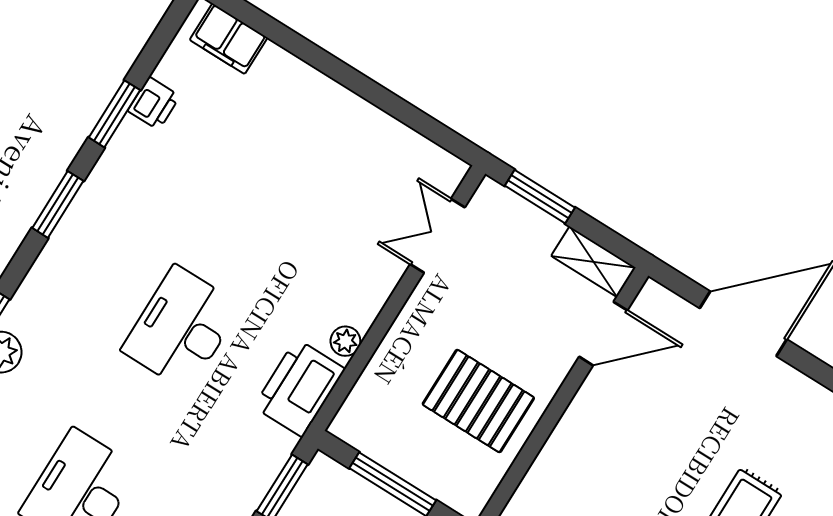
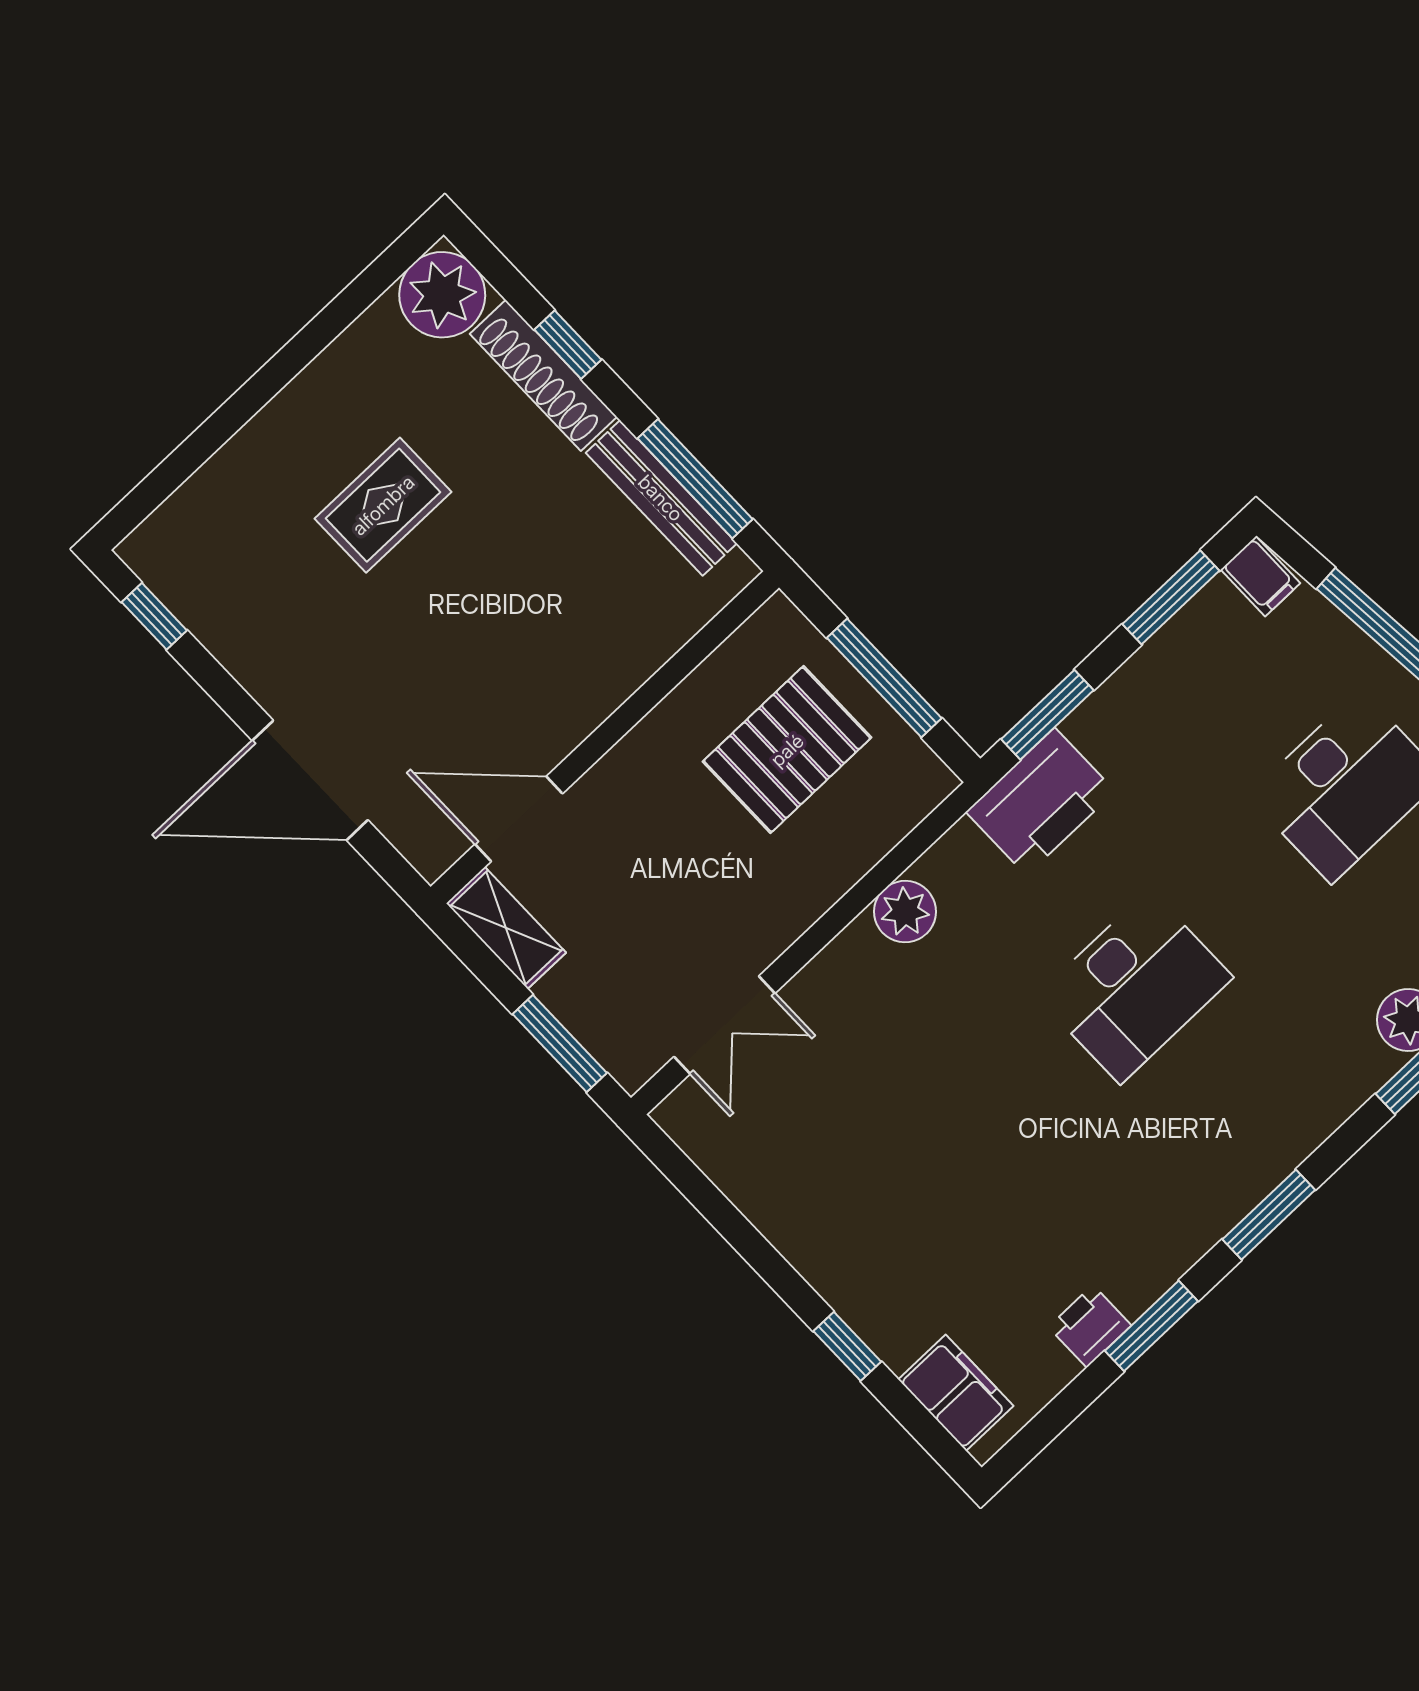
window: (306, 50) -> (847, 1346), added
plant: (345, 341) -> (905, 912), width x1.38, depth x1.38
printer: (299, 388) -> (1041, 801), moved
pallet: (478, 401) -> (787, 750), moved, turned 90

